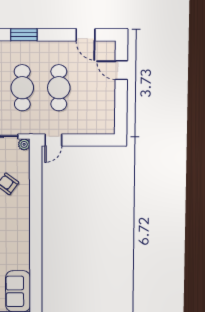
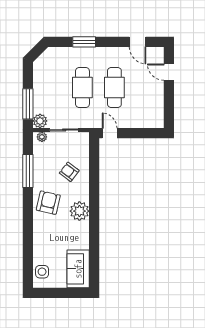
door: (53, 140) -> (110, 133), swing flipped
plant: (24, 144) -> (79, 211), moved, width x1.88, depth x1.88

